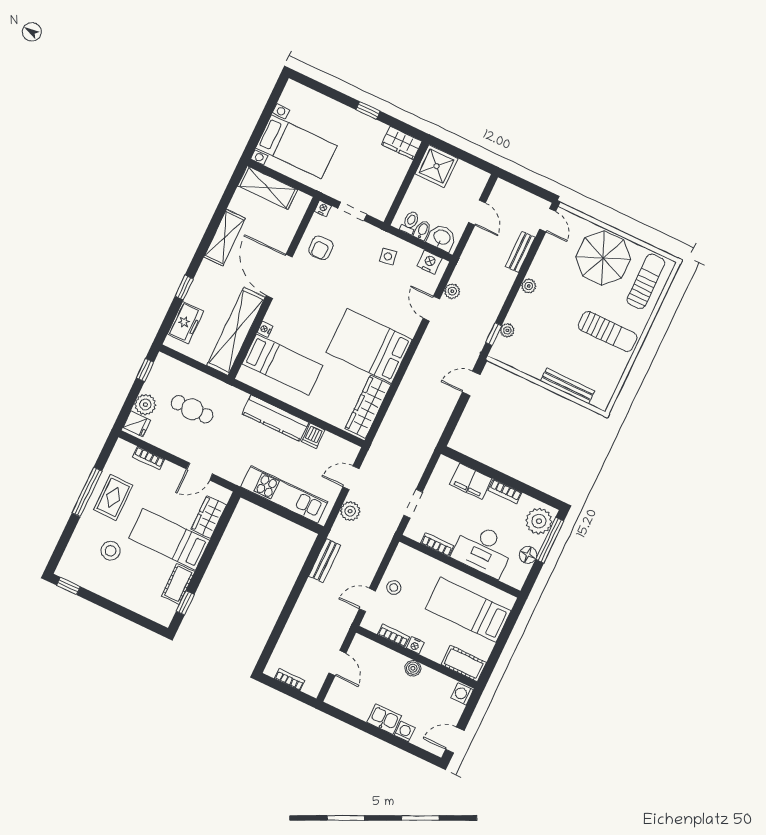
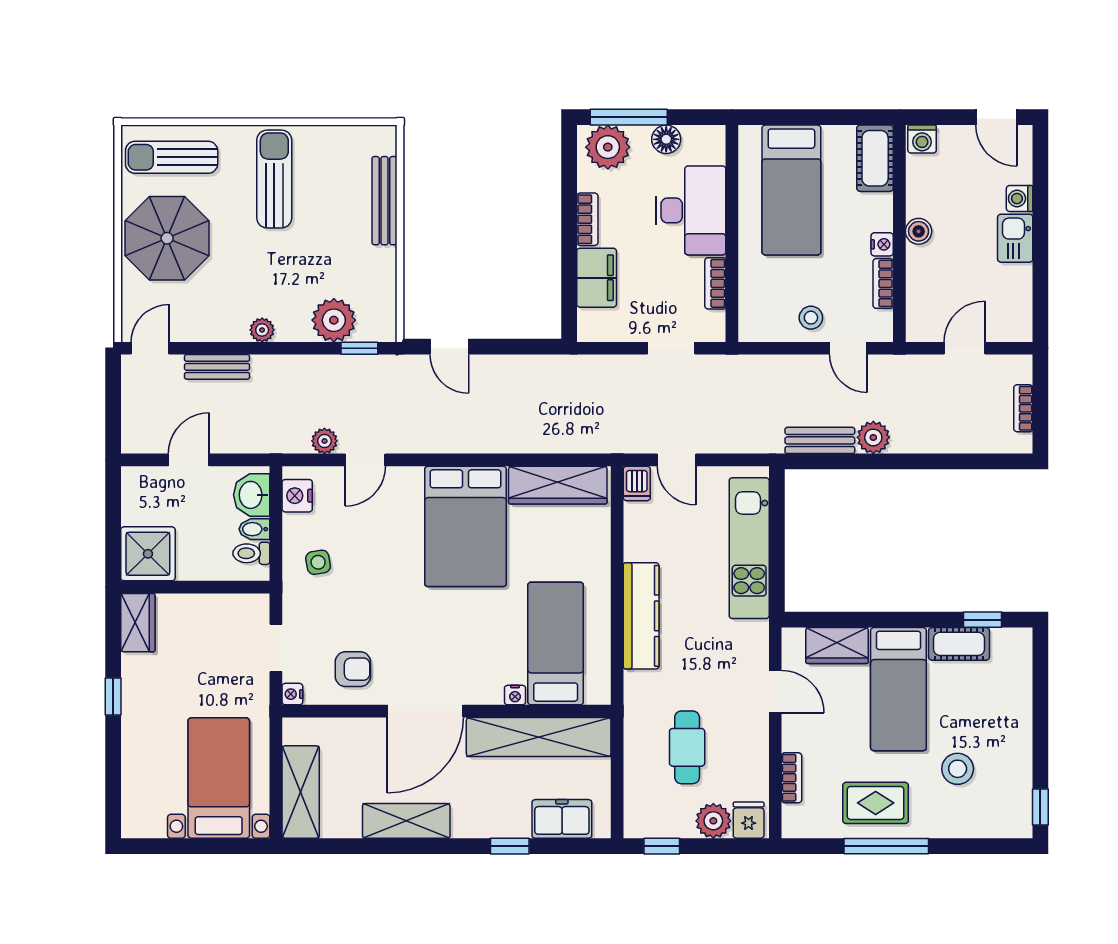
plant: (507, 330) -> (334, 320), width x1.88, depth x1.88
dishwasher: (313, 436) -> (637, 483), moved, turned 90
plant: (350, 511) -> (873, 437), moved

